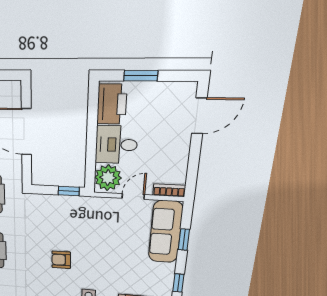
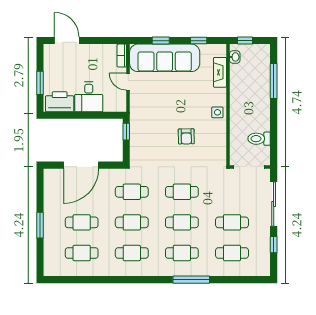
plant: (108, 178) -> (114, 102), removed
sofa: (165, 232) -> (165, 58), width x1.36, depth x1.27

